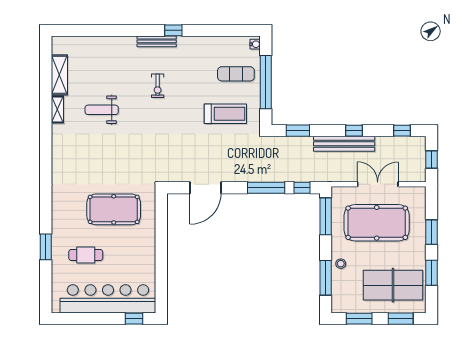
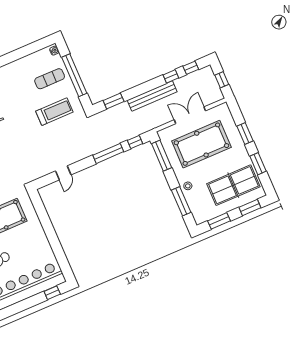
window: (354, 131) -> (171, 76), moved
door: (205, 188) -> (63, 173), width x0.53

